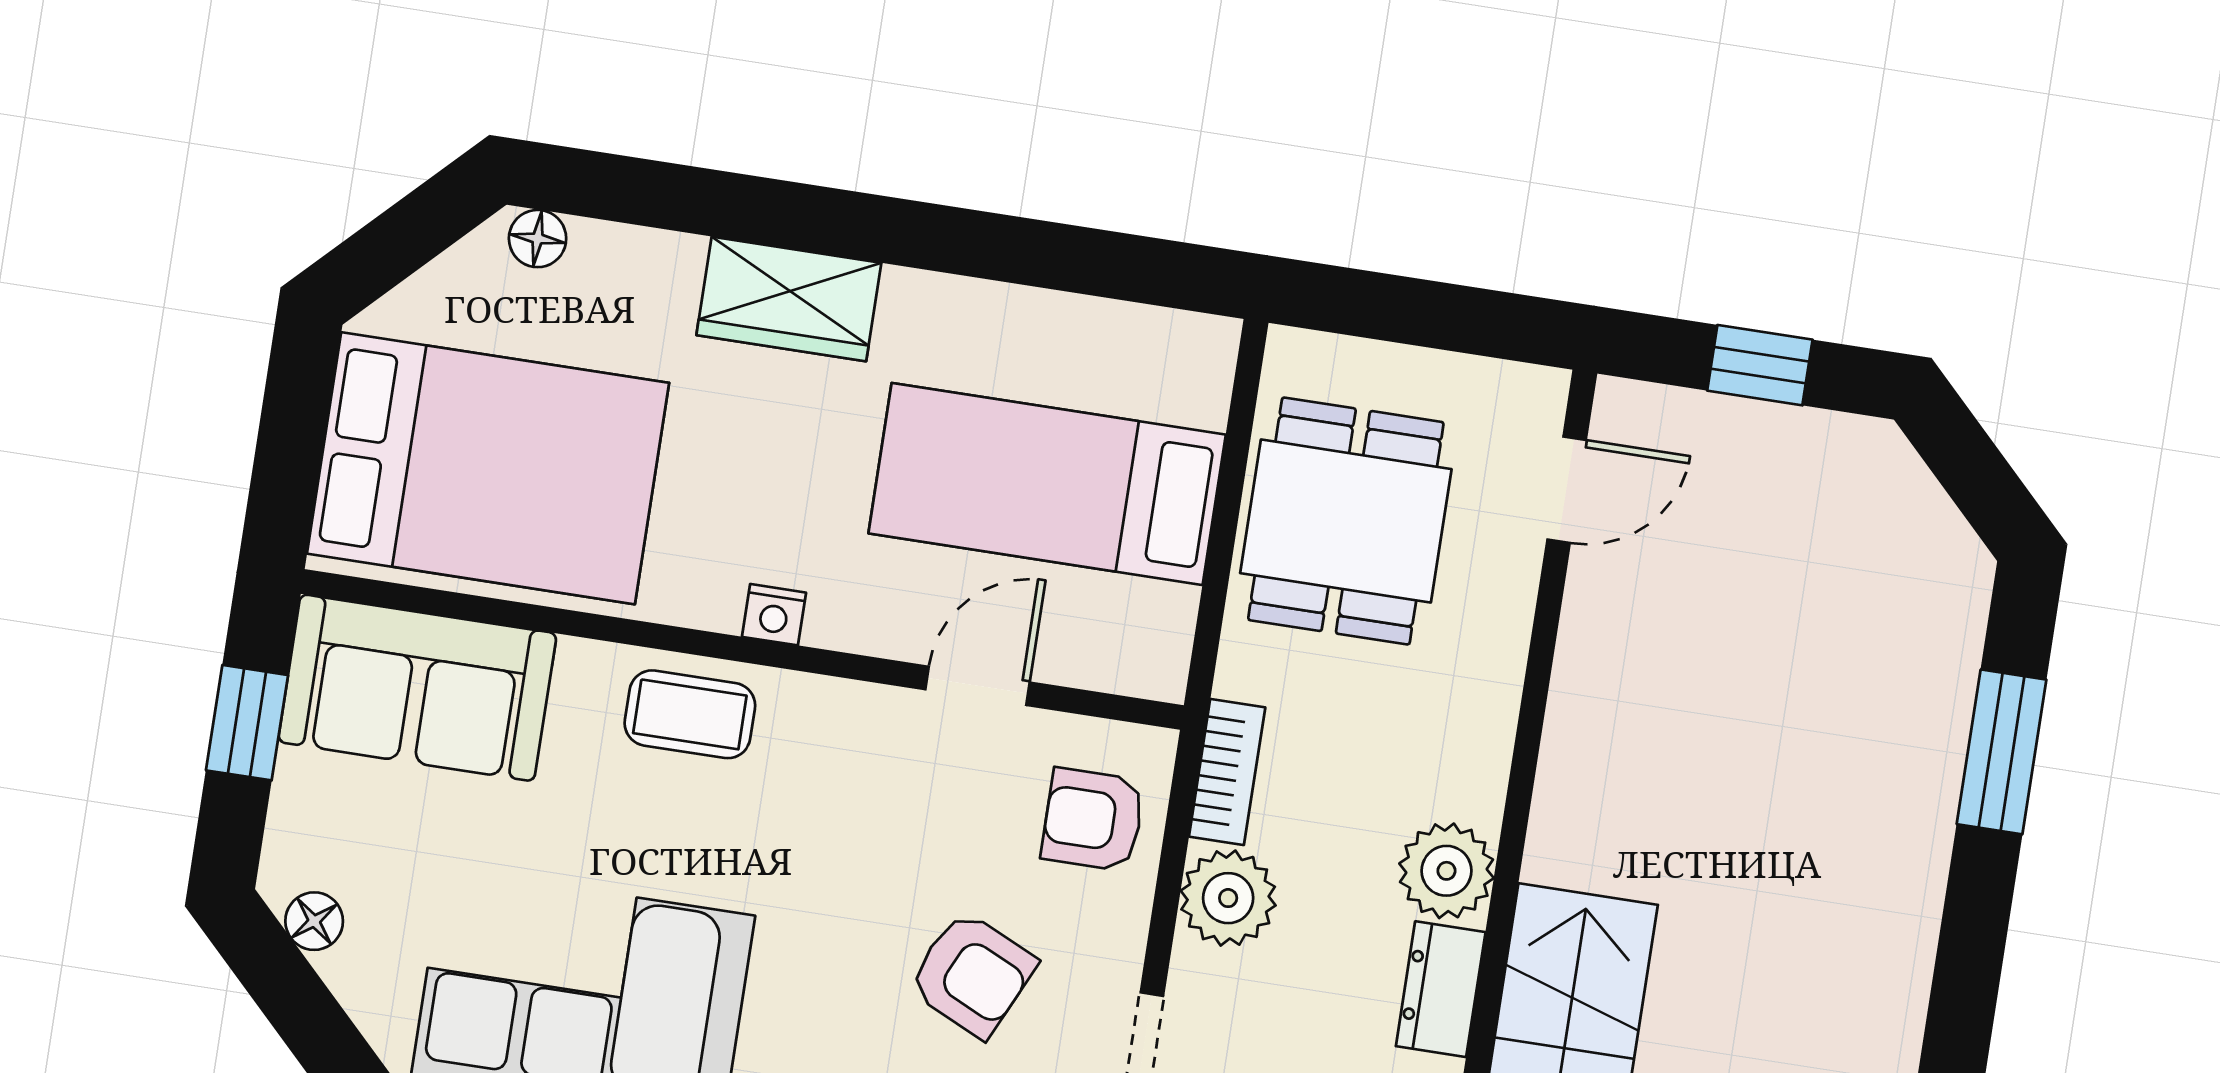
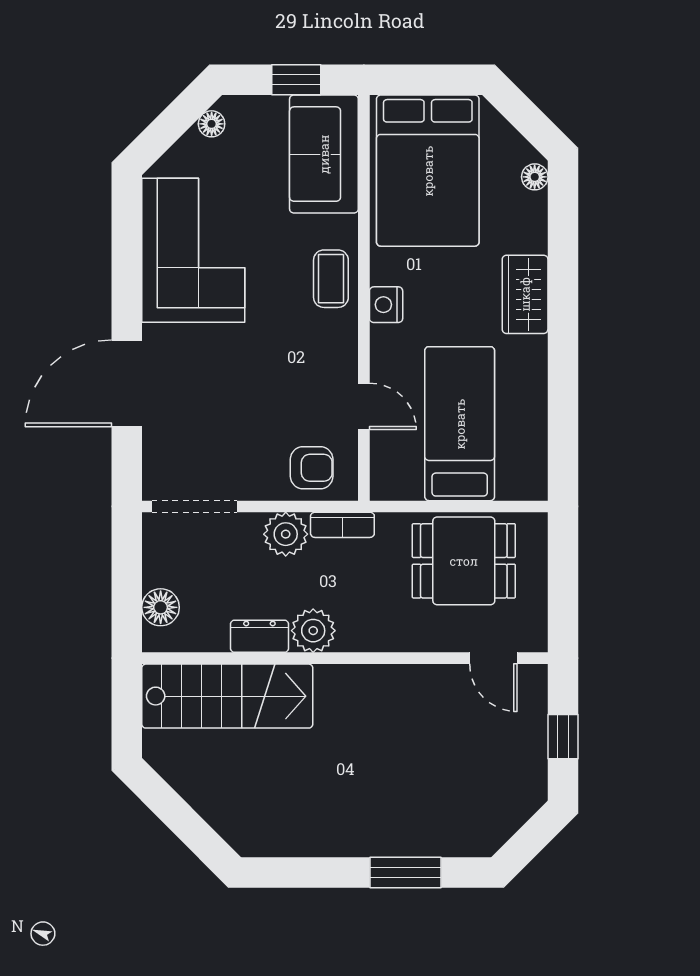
nightstand: (774, 615) -> (386, 305), width x1.39, depth x1.35
armchair: (1093, 820) -> (312, 468), turned 90
armchair: (972, 974) -> (233, 424), removed

